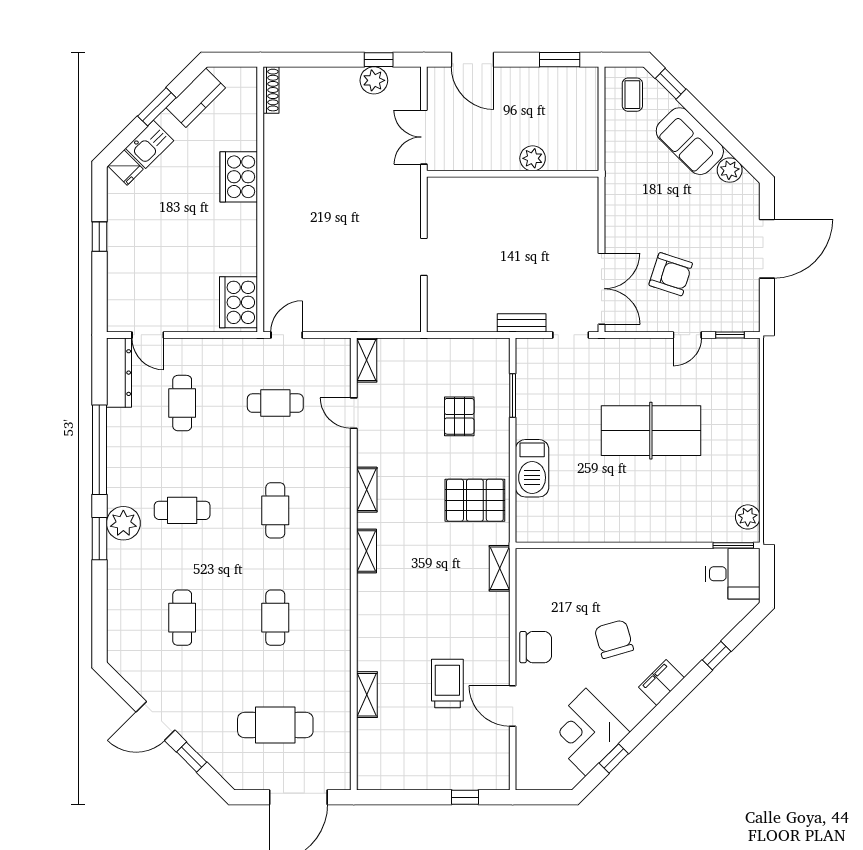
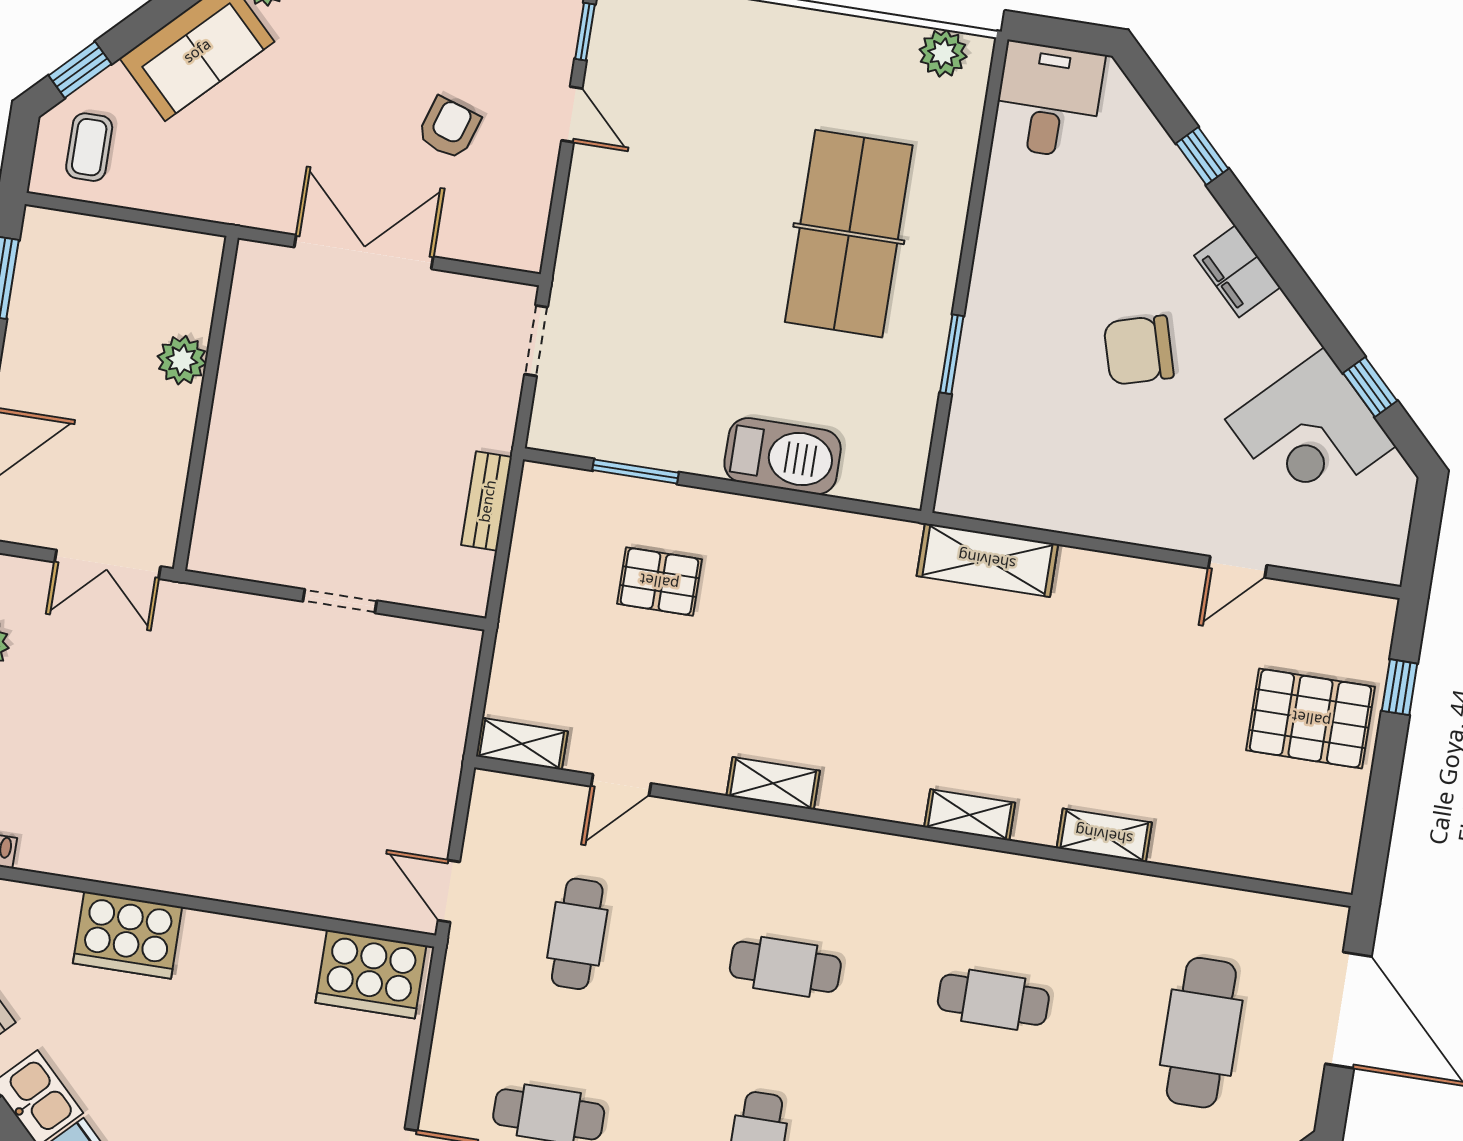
coffee table: (632, 95) -> (89, 147), turned 90
armchair: (671, 274) -> (449, 128), width x0.72, depth x0.72
double door: (601, 289) -> (364, 252), moved
bench: (522, 323) -> (487, 501), moved
table tennis table: (651, 431) -> (849, 234), moved
pallet: (475, 500) -> (1311, 719), moved, turned 90
window: (733, 545) -> (952, 354), moved
shelving: (366, 551) -> (970, 815), moved
shelving: (500, 568) -> (987, 560), width x1.50, depth x1.33
chair: (536, 647) -> (1130, 504), removed
trolley: (447, 684) -> (1174, 686), removed
shelving: (367, 695) -> (1104, 835), moved
door: (513, 706) -> (1237, 567), width x0.73

